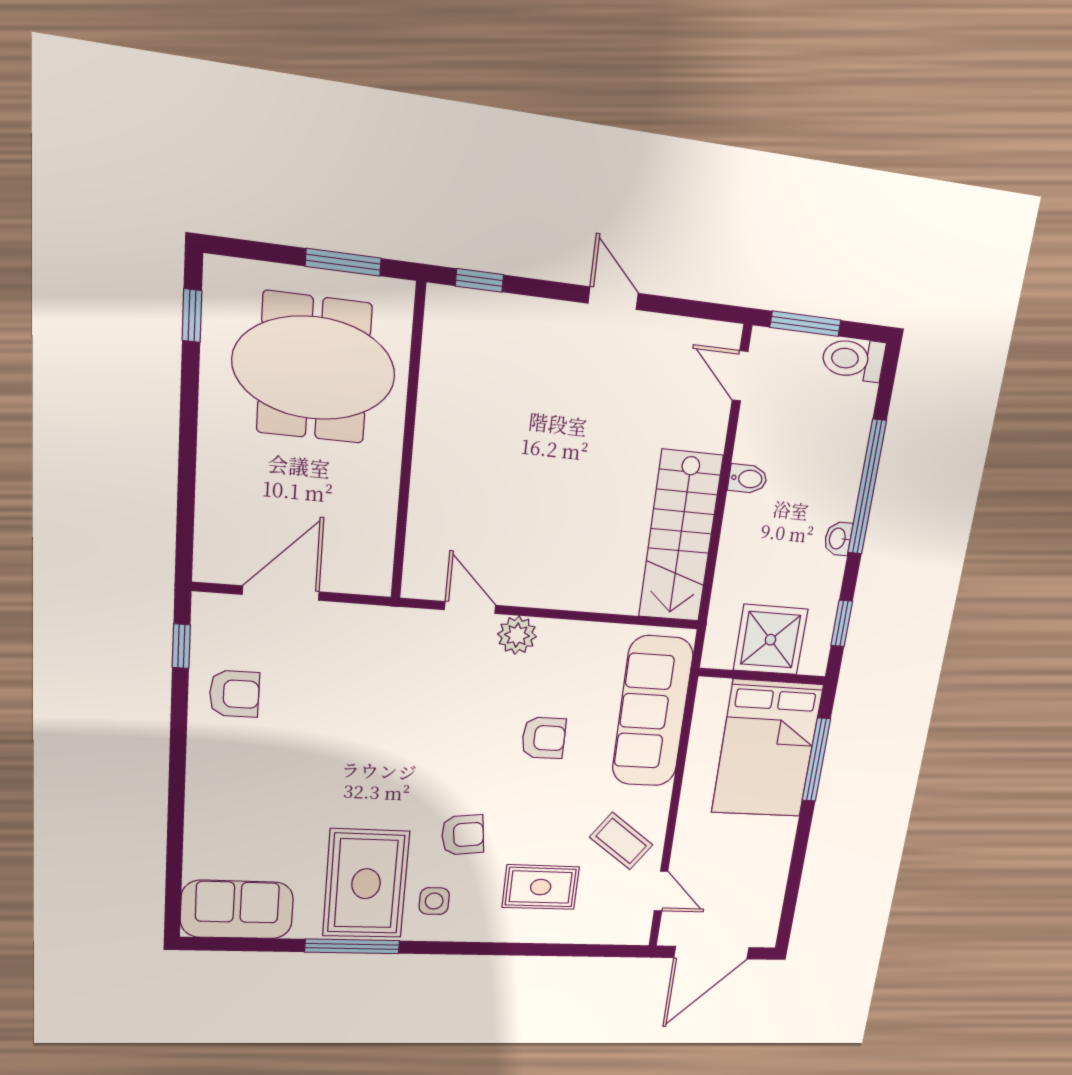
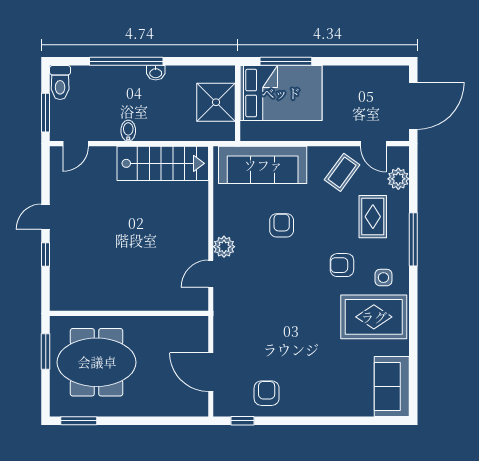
window: (479, 280) -> (46, 255), moved
window: (192, 316) -> (79, 421), width x1.50
meeting table: (314, 368) -> (97, 362), turned 90
window: (842, 623) -> (203, 61), removed
armchair: (463, 835) -> (342, 265), turned -83
door: (661, 891) -> (373, 144), swing flipped
plant: (598, 928) -> (398, 179), added
window: (352, 946) -> (413, 239), moved
door: (712, 953) -> (413, 106), hinge flipped

